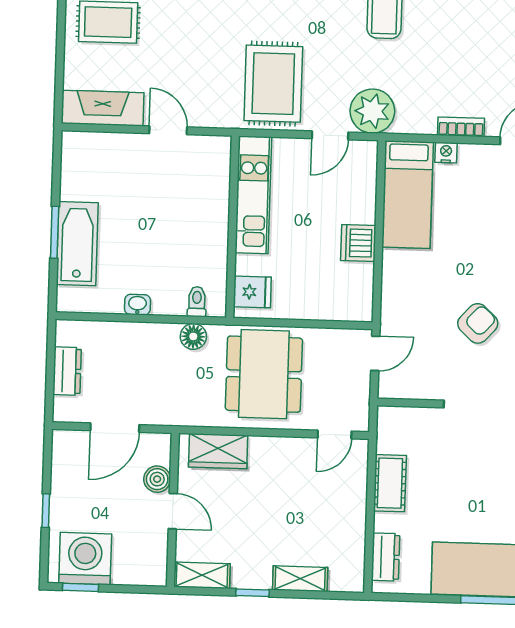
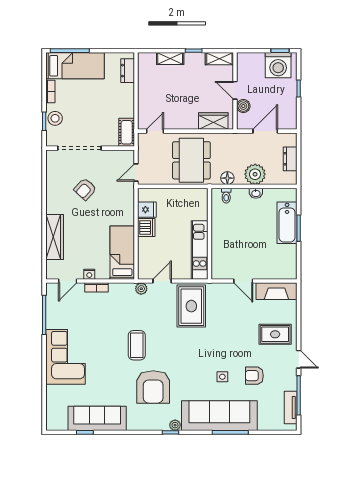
plant: (372, 111) -> (141, 289), width x0.53, depth x0.53
nightstand: (446, 153) -> (89, 274), moved
fridge: (252, 292) -> (147, 210), moved, turned 180
plant: (138, 342) -> (255, 174), added
cot: (390, 483) -> (127, 132), moved

